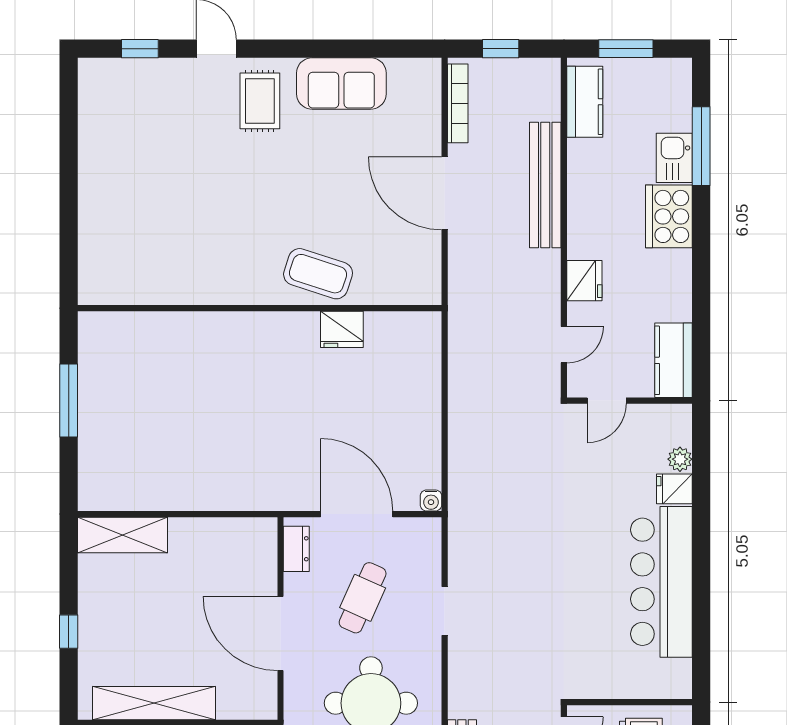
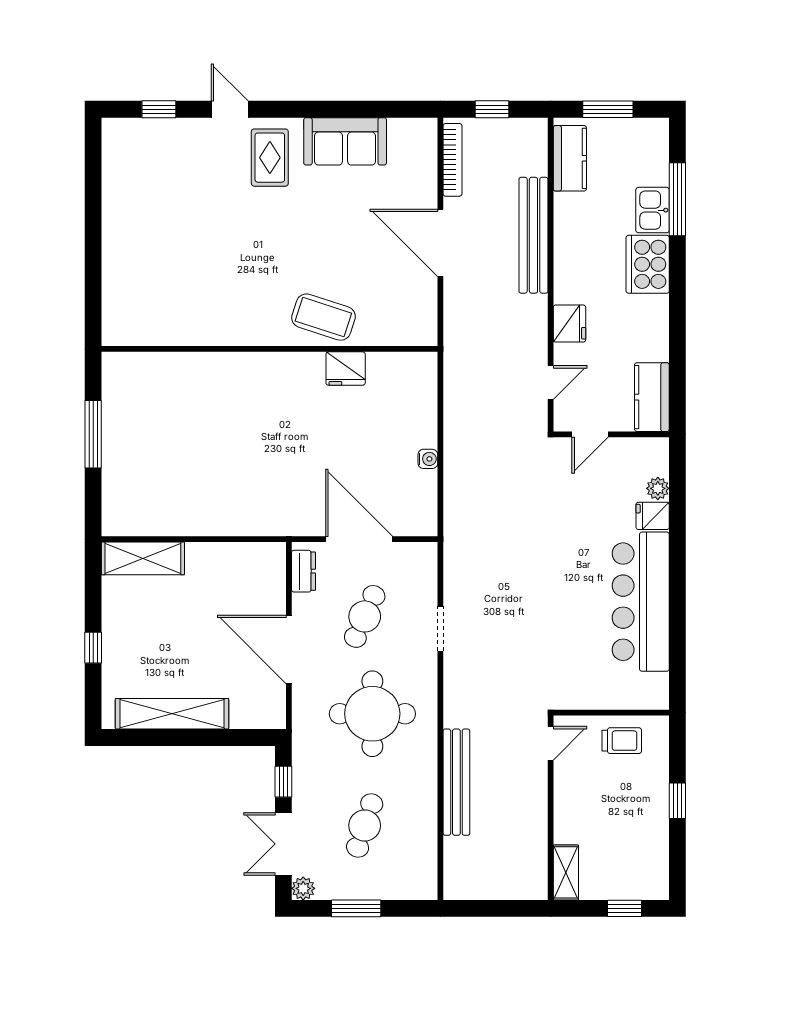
water cooler: (431, 500) -> (428, 459), moved, turned -90

